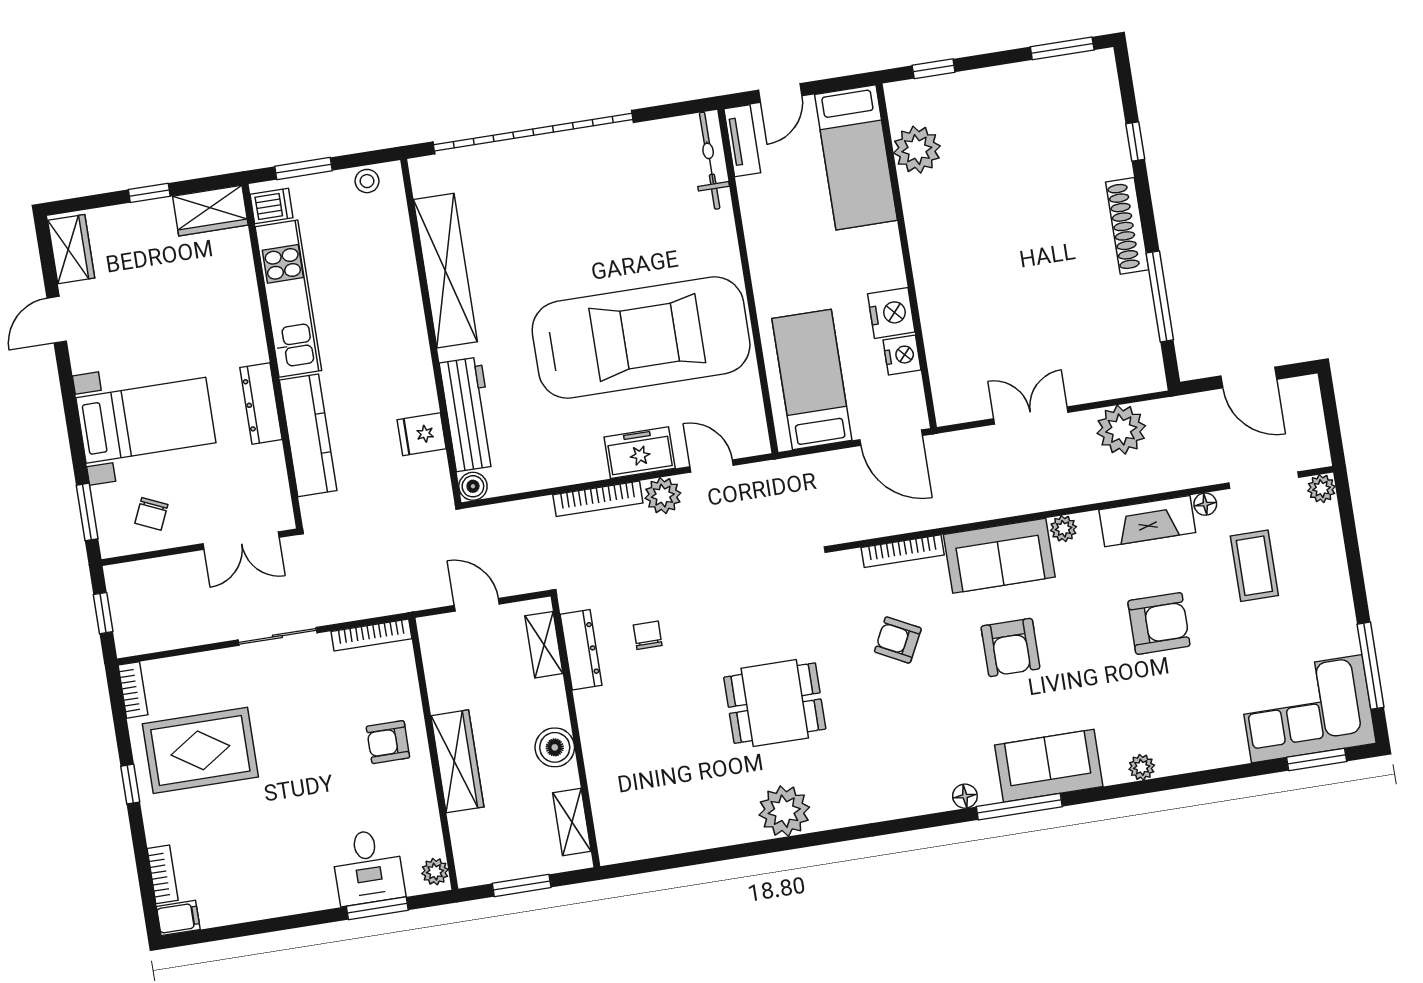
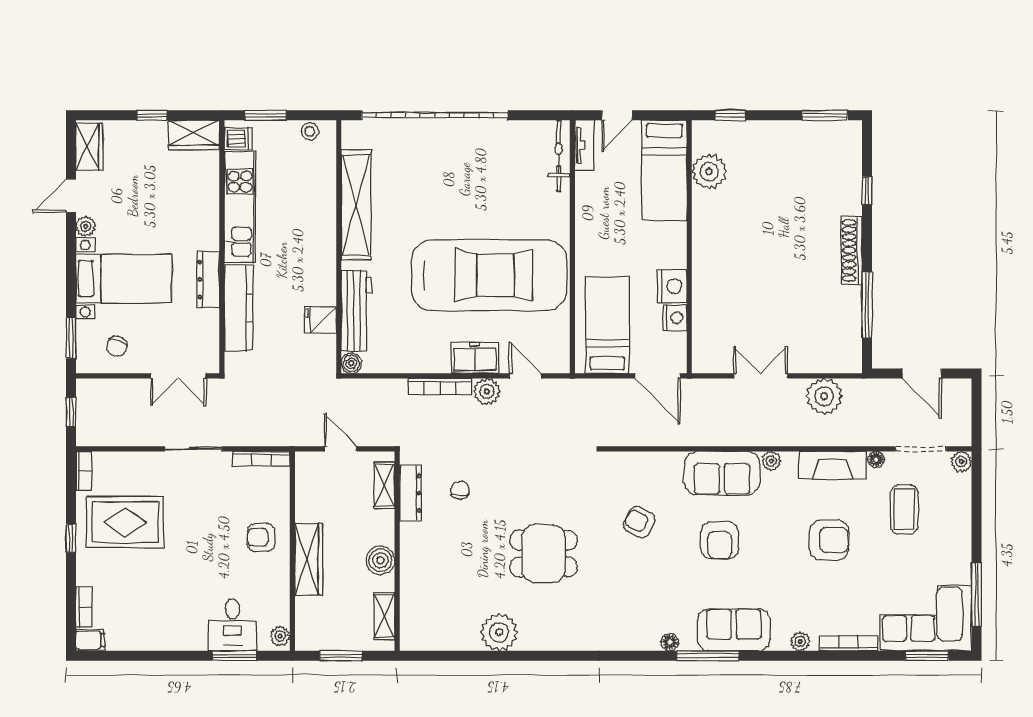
plant: (83, 358) -> (86, 226), added
bookcase: (903, 551) -> (849, 643), moved, turned 180
plant: (784, 811) -> (499, 632), moved

